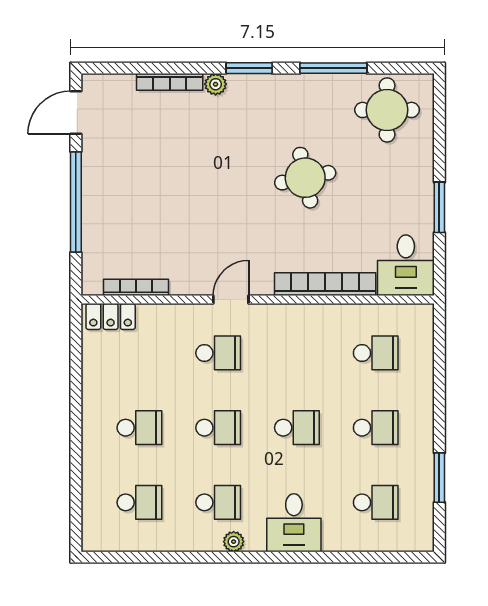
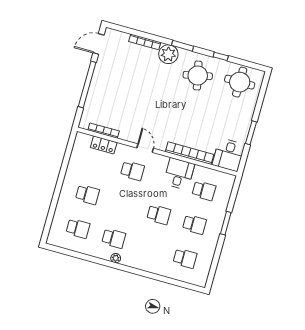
window: (333, 68) -> (221, 56), width x0.46
plant: (216, 84) -> (168, 54), width x1.87, depth x1.87
round table: (305, 178) -> (198, 75), moved
door: (231, 300) -> (145, 148), hinge flipped
locker: (111, 317) -> (104, 145), moved
school desk: (218, 428) -> (123, 205), removed
window: (439, 478) -> (226, 223), moved
desk: (294, 523) -> (179, 174), moved, turned 180

